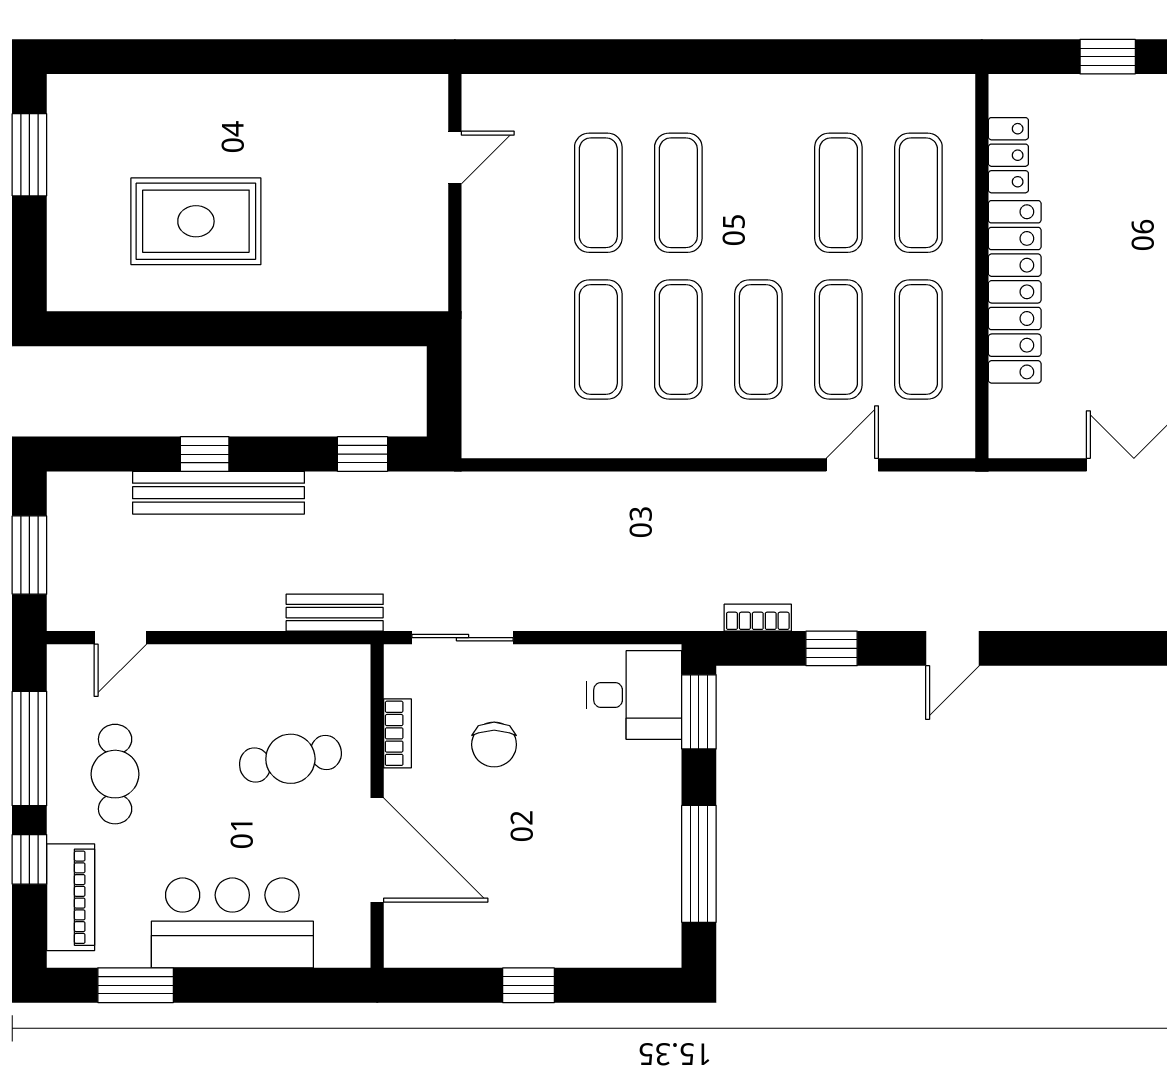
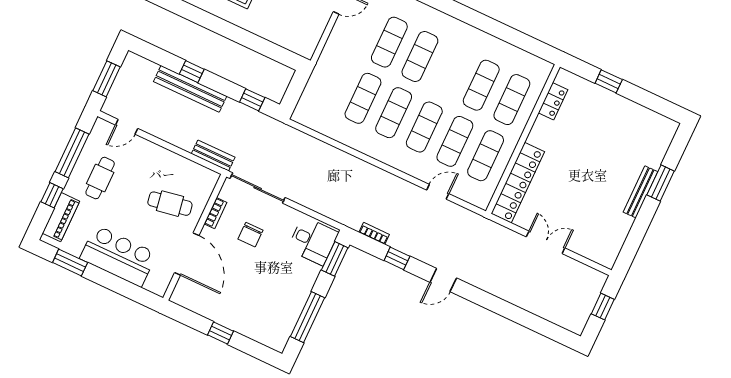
locker: (1015, 292) -> (518, 183), moved
sliding door: (463, 638) -> (258, 188), width x1.37

